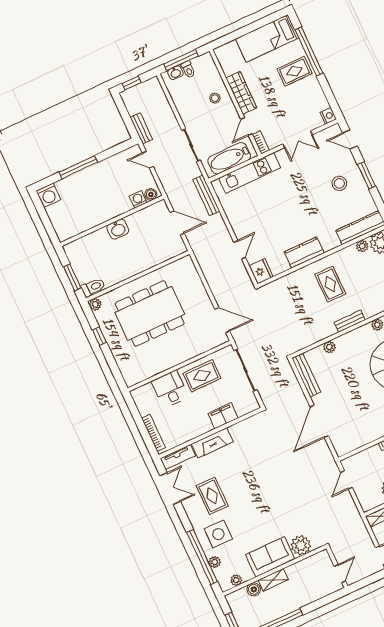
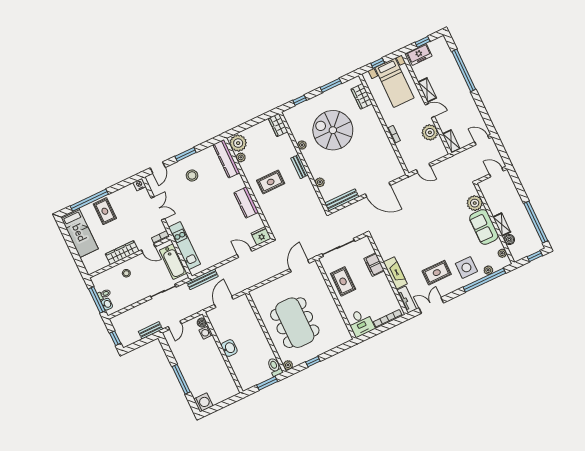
desk: (170, 389) -> (361, 323), moved, turned -90

